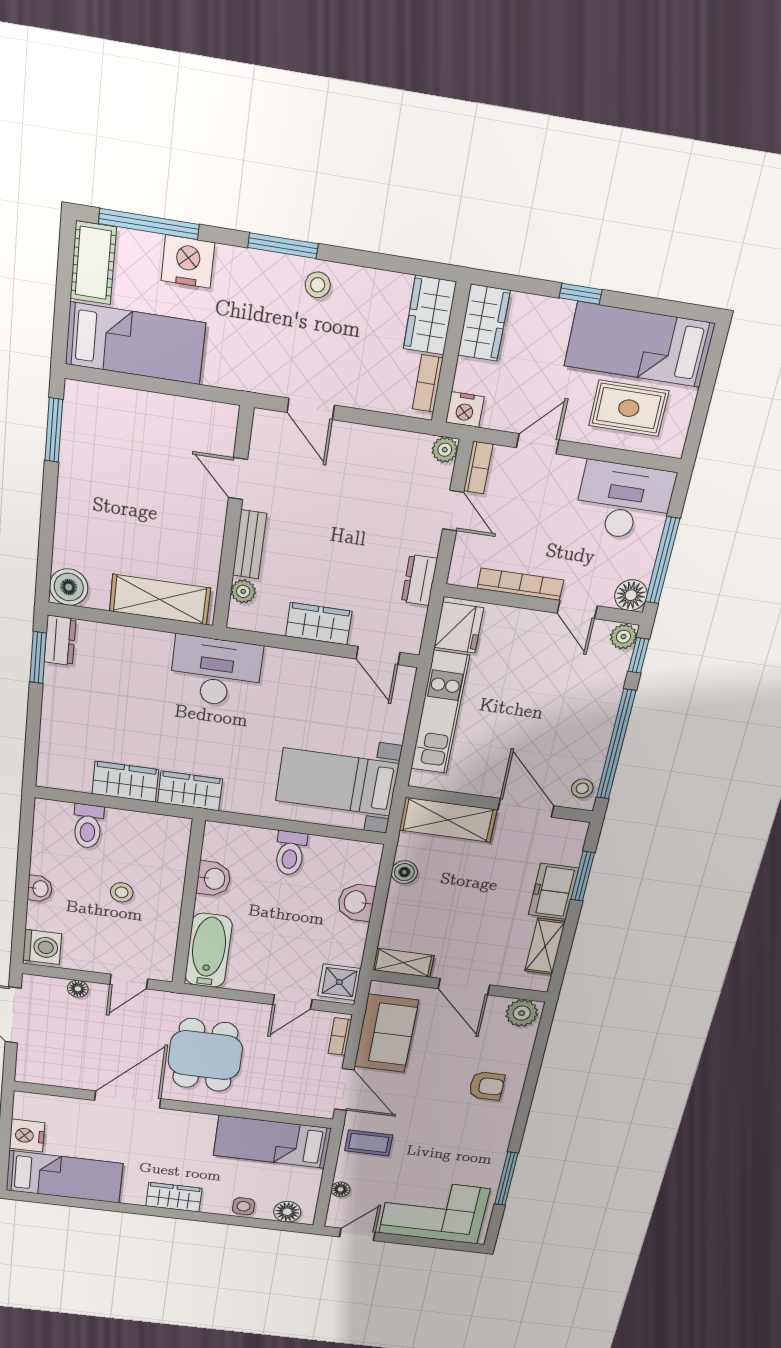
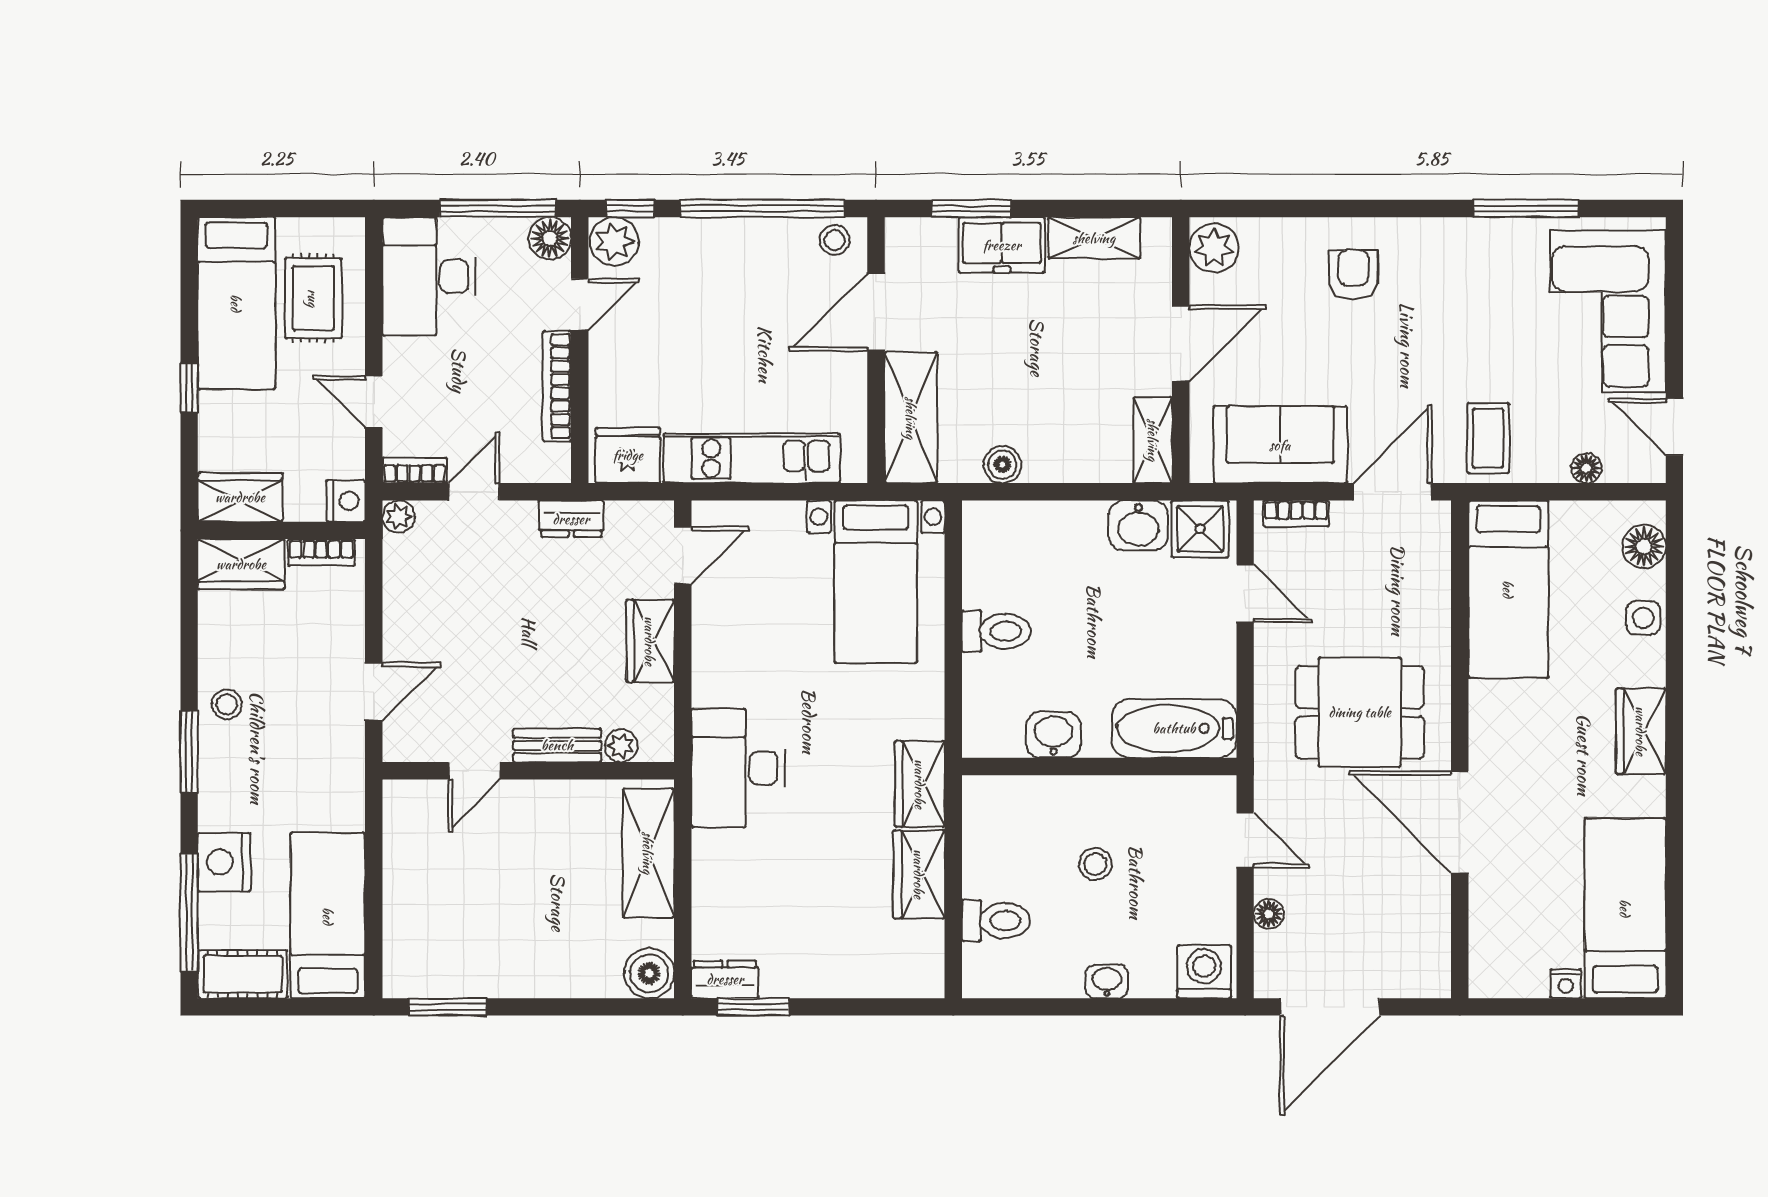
plant: (623, 637) -> (614, 241), width x1.38, depth x1.38
washbasin: (356, 902) -> (1138, 525), moved
nightstand: (27, 1136) -> (1566, 984), width x0.53, depth x0.56

